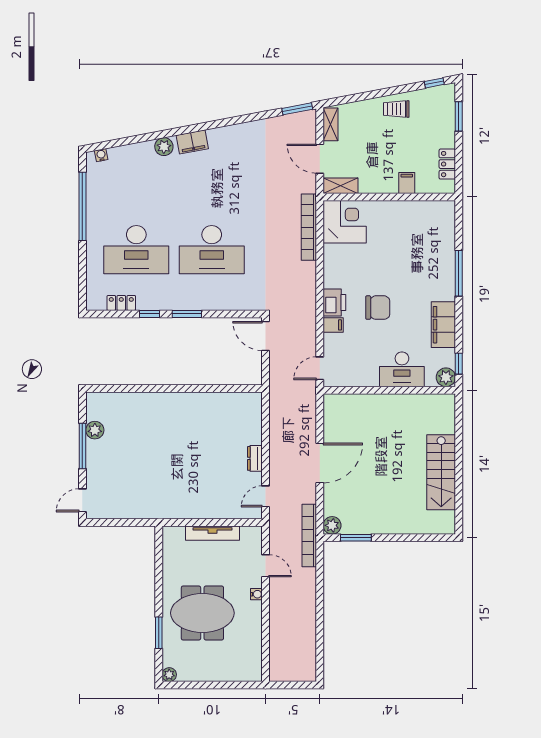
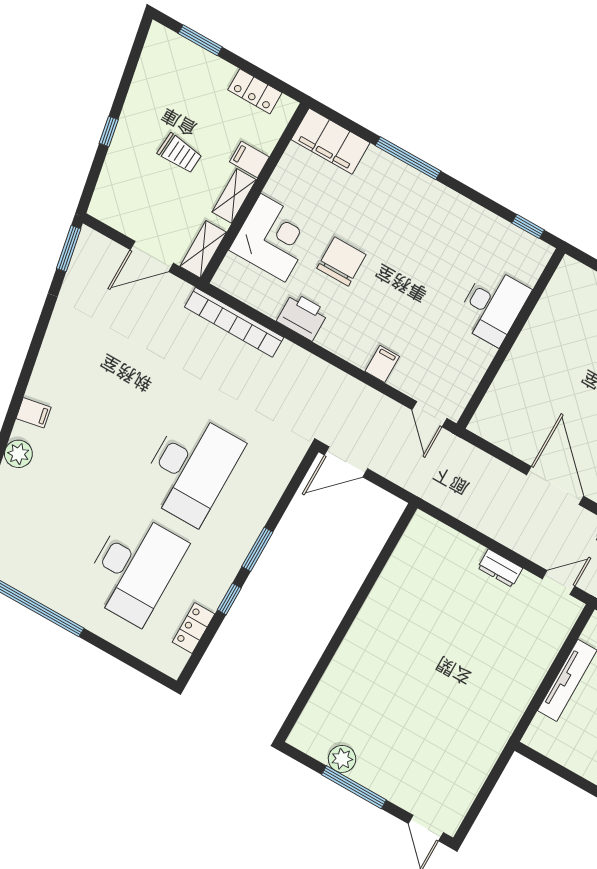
window: (434, 83) -> (109, 131), moved
trolley: (396, 109) -> (180, 153), moved, turned -86
shelving: (331, 124) -> (234, 196), moved, turned 90
filing cabinet: (192, 142) -> (34, 413), width x0.50
corner desk: (345, 222) -> (273, 238), moved, turned 90
printer: (334, 303) -> (303, 316), moved
chair: (378, 308) -> (341, 262), moved
filing cabinet: (443, 325) -> (331, 141), moved
plant: (446, 377) -> (536, 254), removed
door: (266, 496) -> (559, 583), swing flipped

